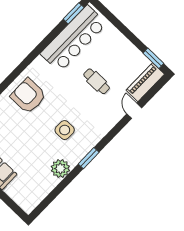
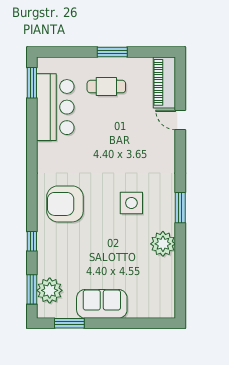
bar counter: (74, 39) -> (55, 107), width x0.73
window: (153, 58) -> (112, 52), moved
cafe table: (97, 81) -> (106, 87), moved

